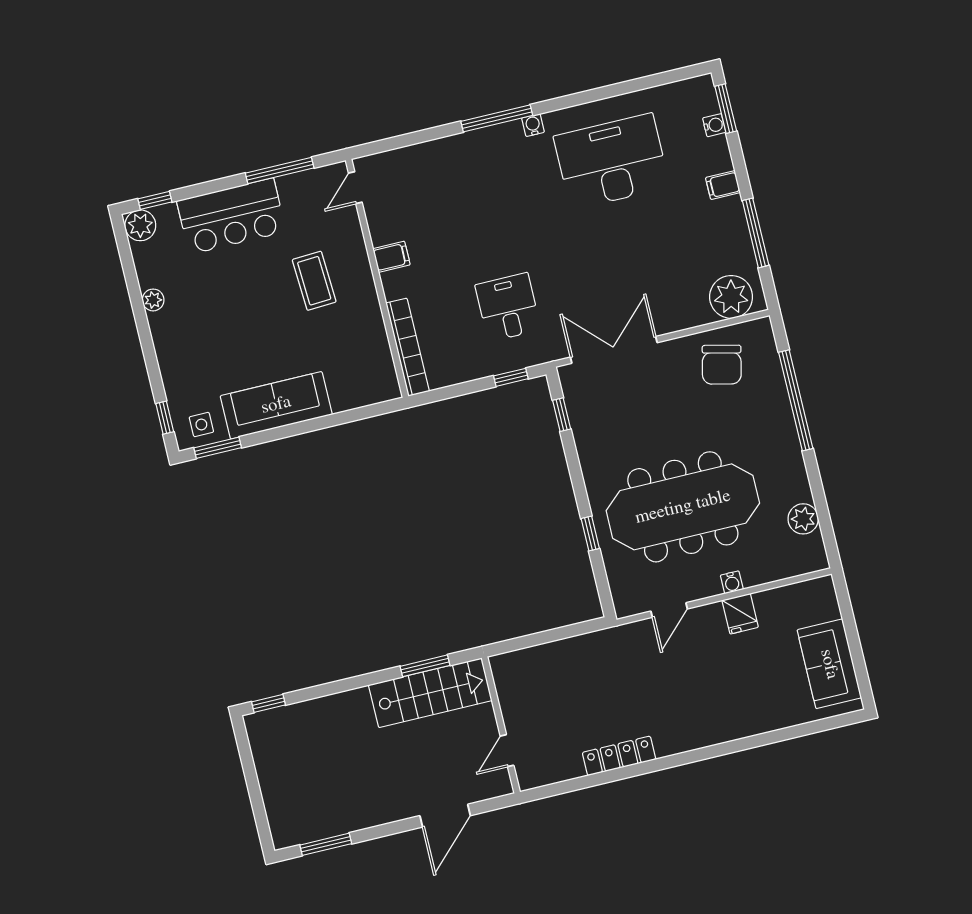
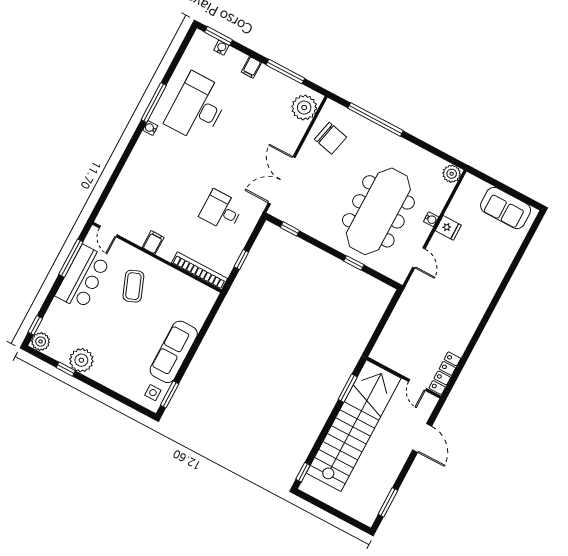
window: (497, 118) -> (154, 102), moved
bar counter: (231, 216) -> (83, 278), moved
coffee table: (314, 281) -> (133, 286), turned 72
plant: (153, 300) -> (81, 360), width x1.87, depth x1.87
window: (511, 377) -> (241, 260), moved
window: (165, 418) -> (66, 369), moved
plant: (803, 519) -> (452, 174), moved
stairs: (430, 693) -> (354, 426), width x1.86, depth x1.51
locker: (619, 756) -> (445, 373), moved

